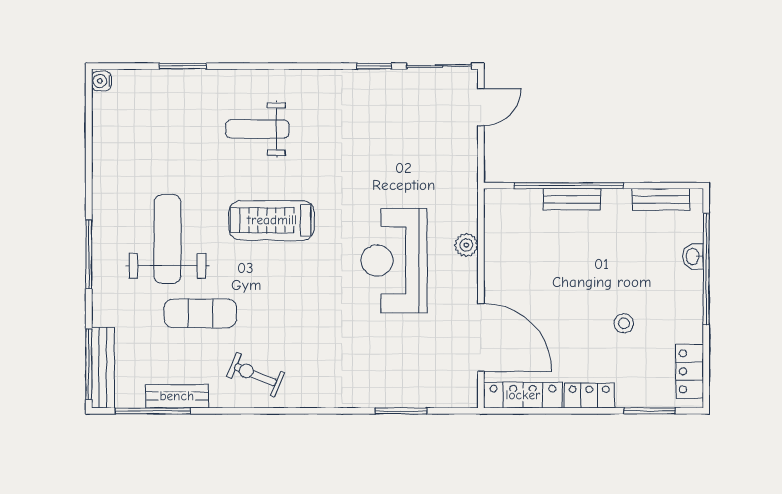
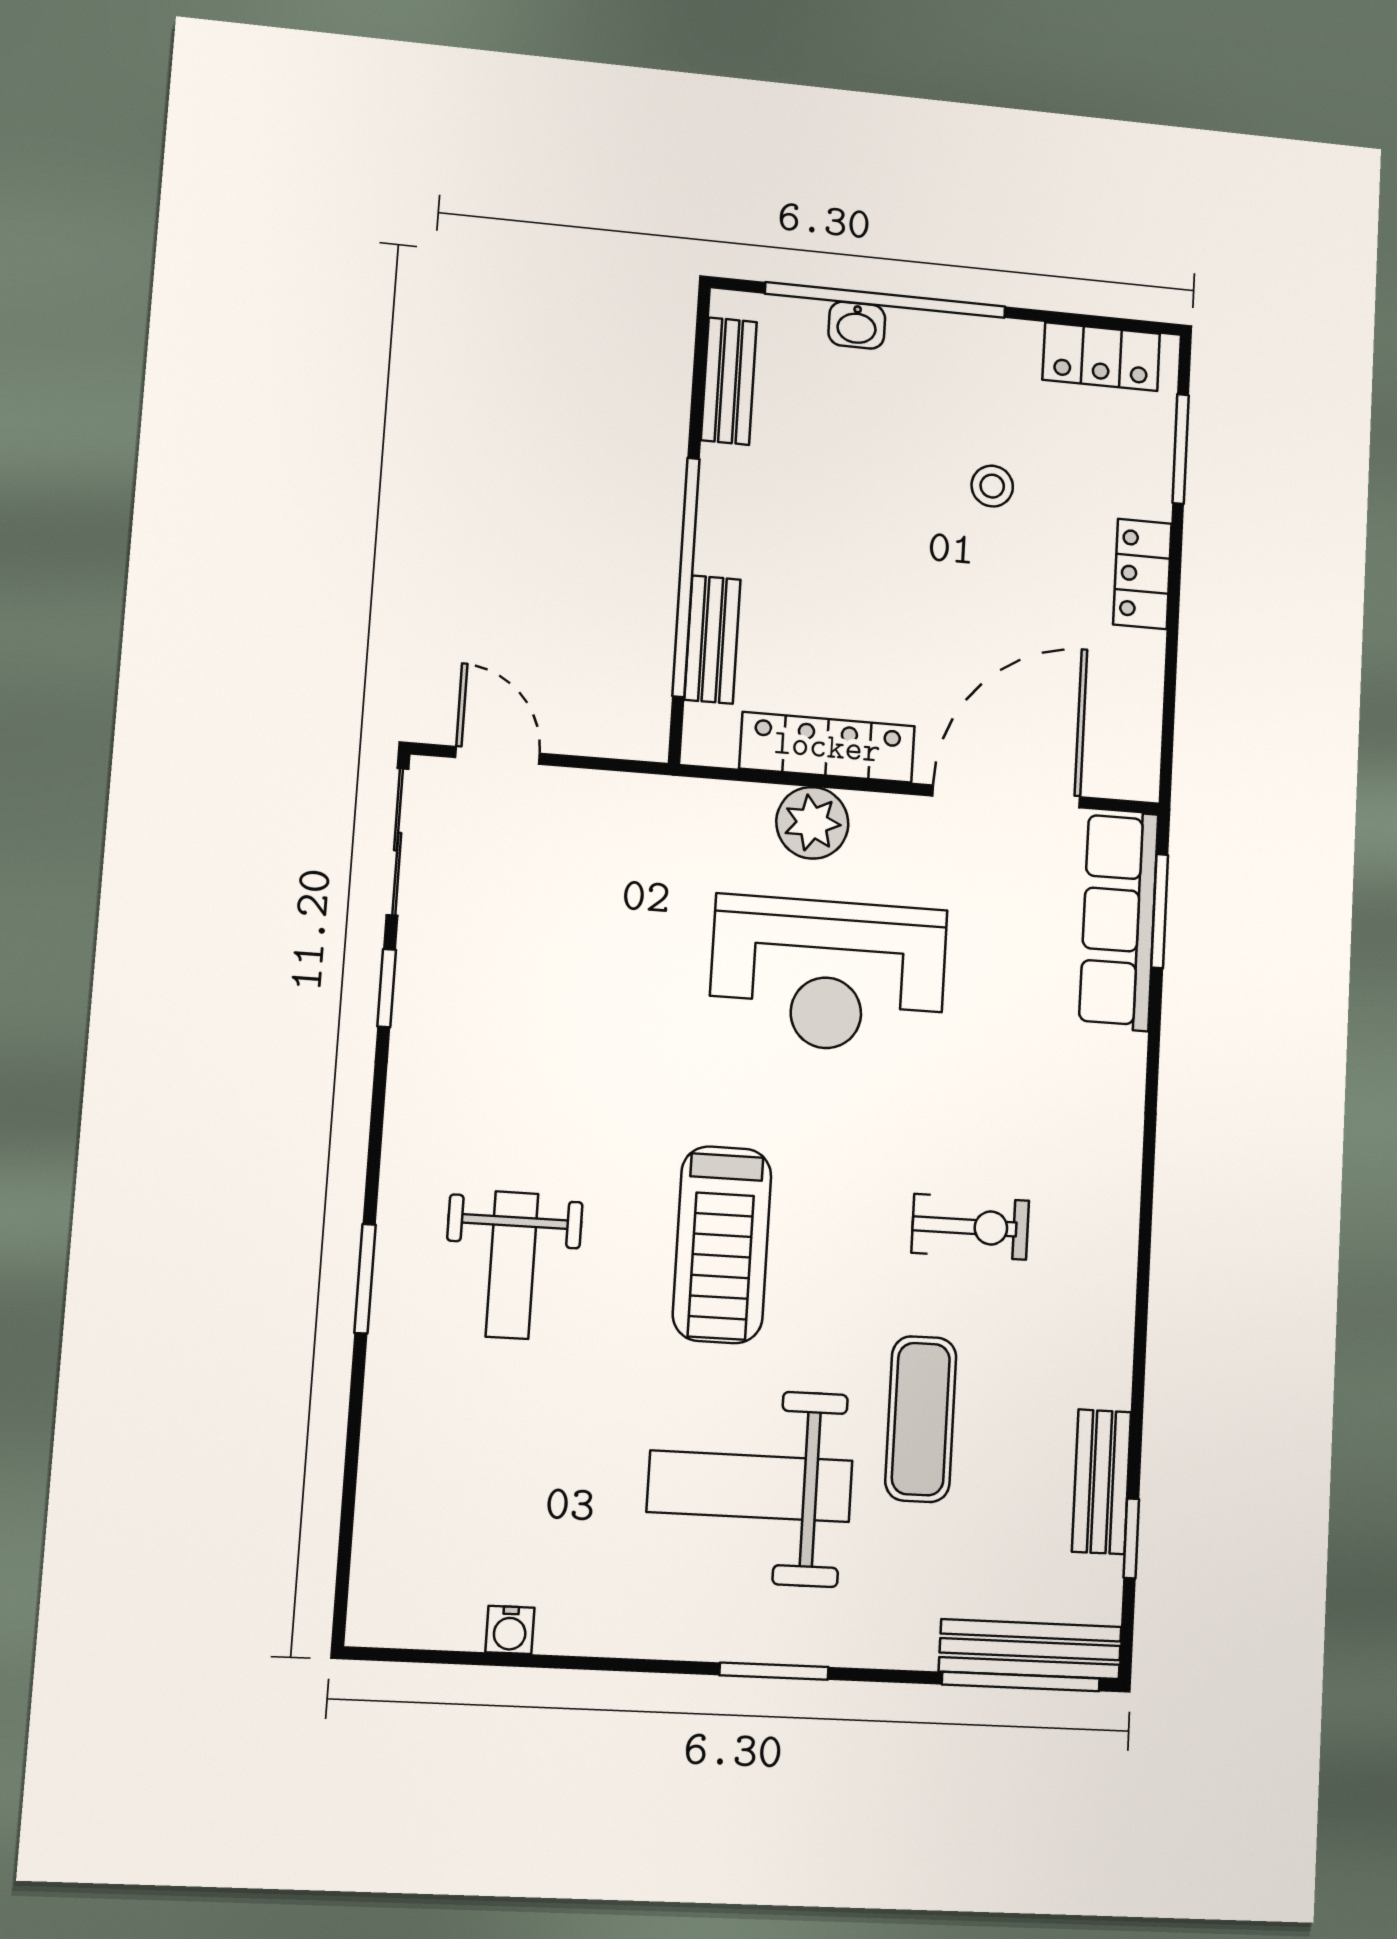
window: (183, 66) -> (365, 1279), moved
water cooler: (101, 81) -> (510, 1630), moved
bench: (572, 199) -> (712, 640), moved
plant: (466, 245) -> (812, 823), width x1.38, depth x1.38
window: (89, 255) -> (774, 1671), width x0.69
exercise bike: (255, 375) -> (970, 1227), moved, turned -113
row of seats: (428, 392) -> (1119, 920), added
locker: (523, 395) -> (827, 747), moved, turned 90
window: (153, 411) -> (1131, 1538), width x0.46
window: (401, 411) -> (1160, 911), moved

